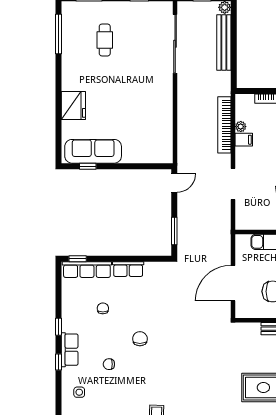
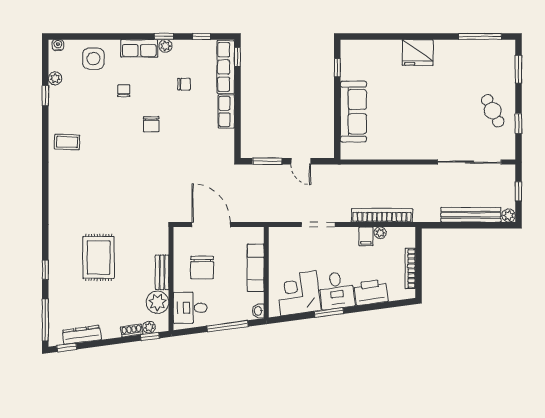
cafe table: (105, 40) -> (493, 111), moved, turned 63
fridge: (73, 105) -> (418, 52), moved
sofa: (93, 151) -> (353, 112), moved
door: (174, 183) -> (301, 161), moved
plant: (67, 325) -> (165, 46), added
chair: (140, 339) -> (151, 124), turned 90
window: (59, 362) -> (202, 36), moved
side table: (79, 392) -> (93, 59), width x1.87, depth x1.87

